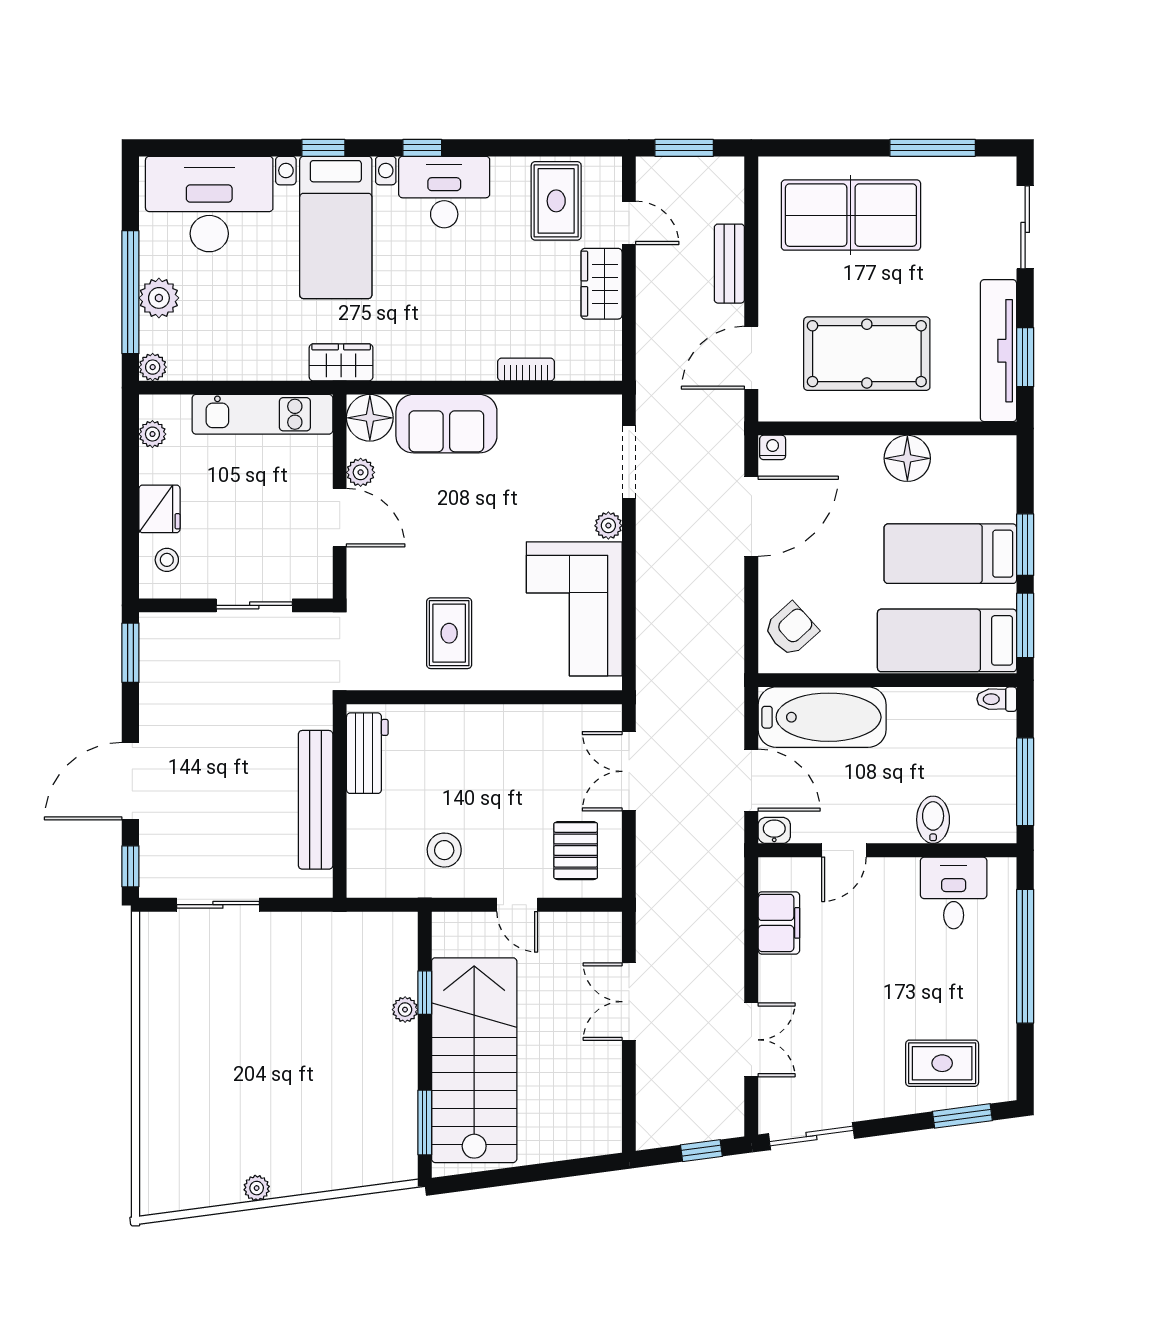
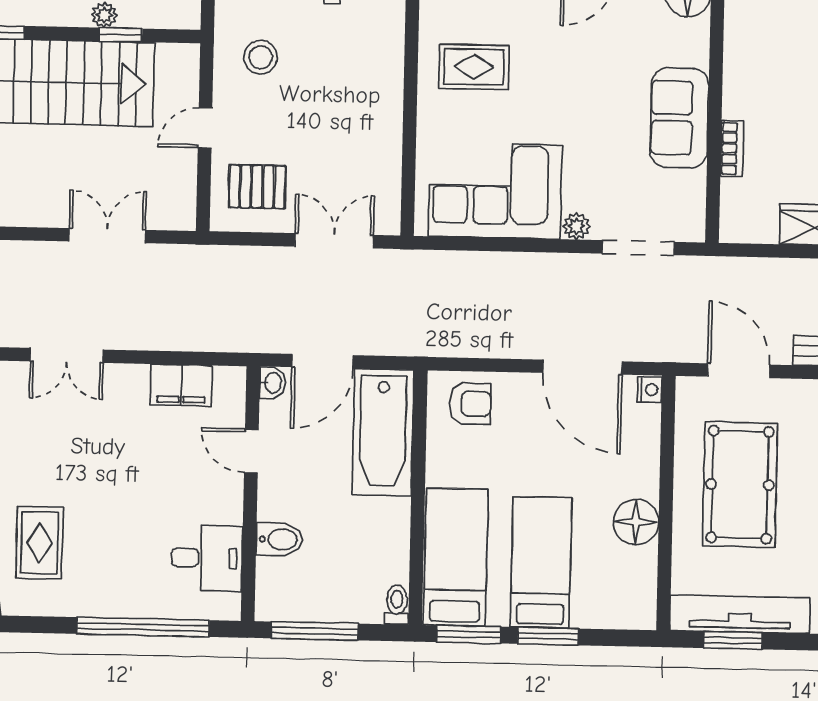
sofa: (446, 424) -> (679, 118), moved
armchair: (791, 629) -> (470, 404), turned -48

